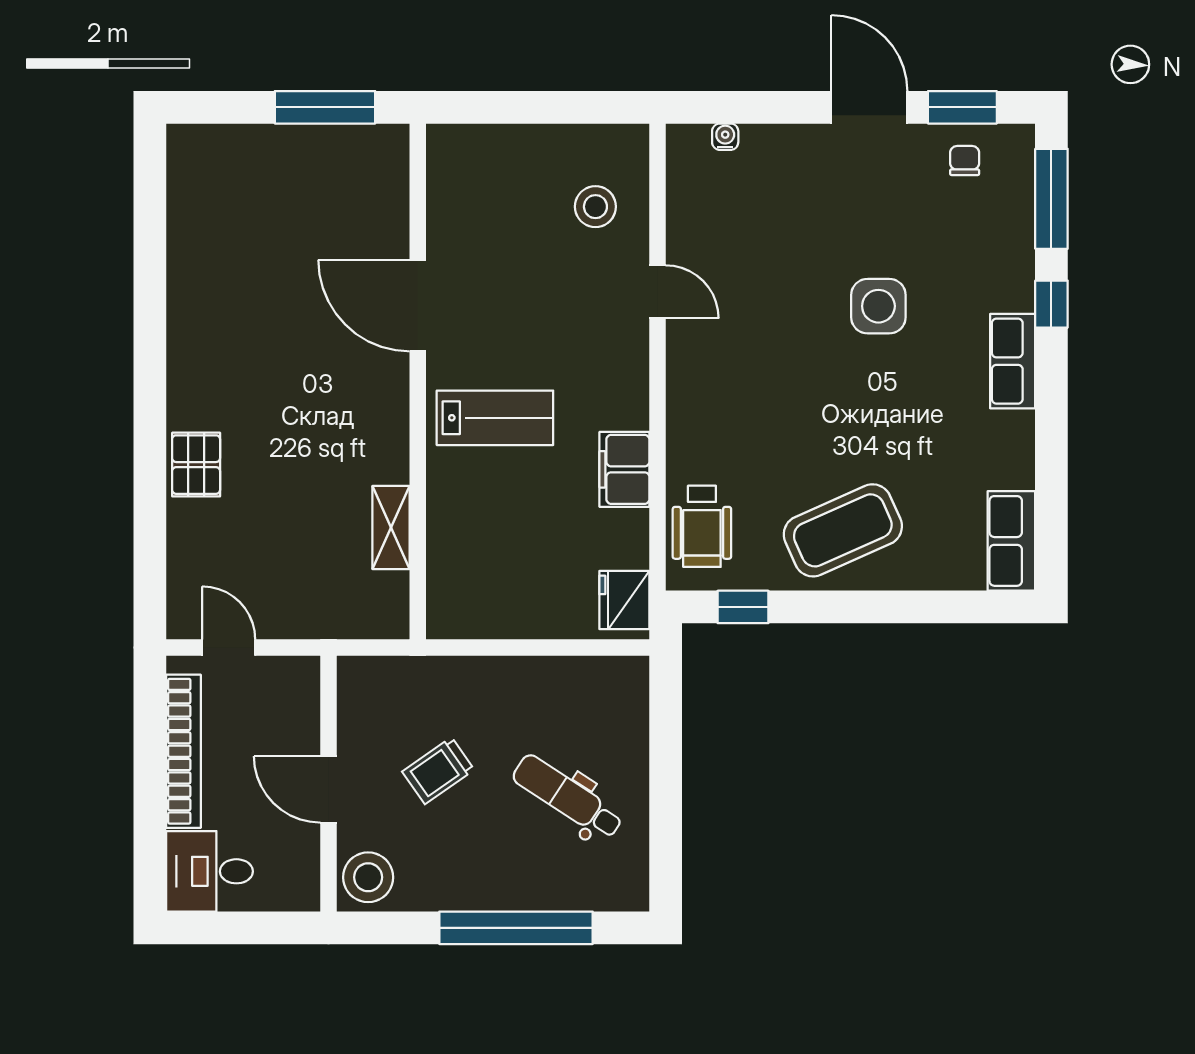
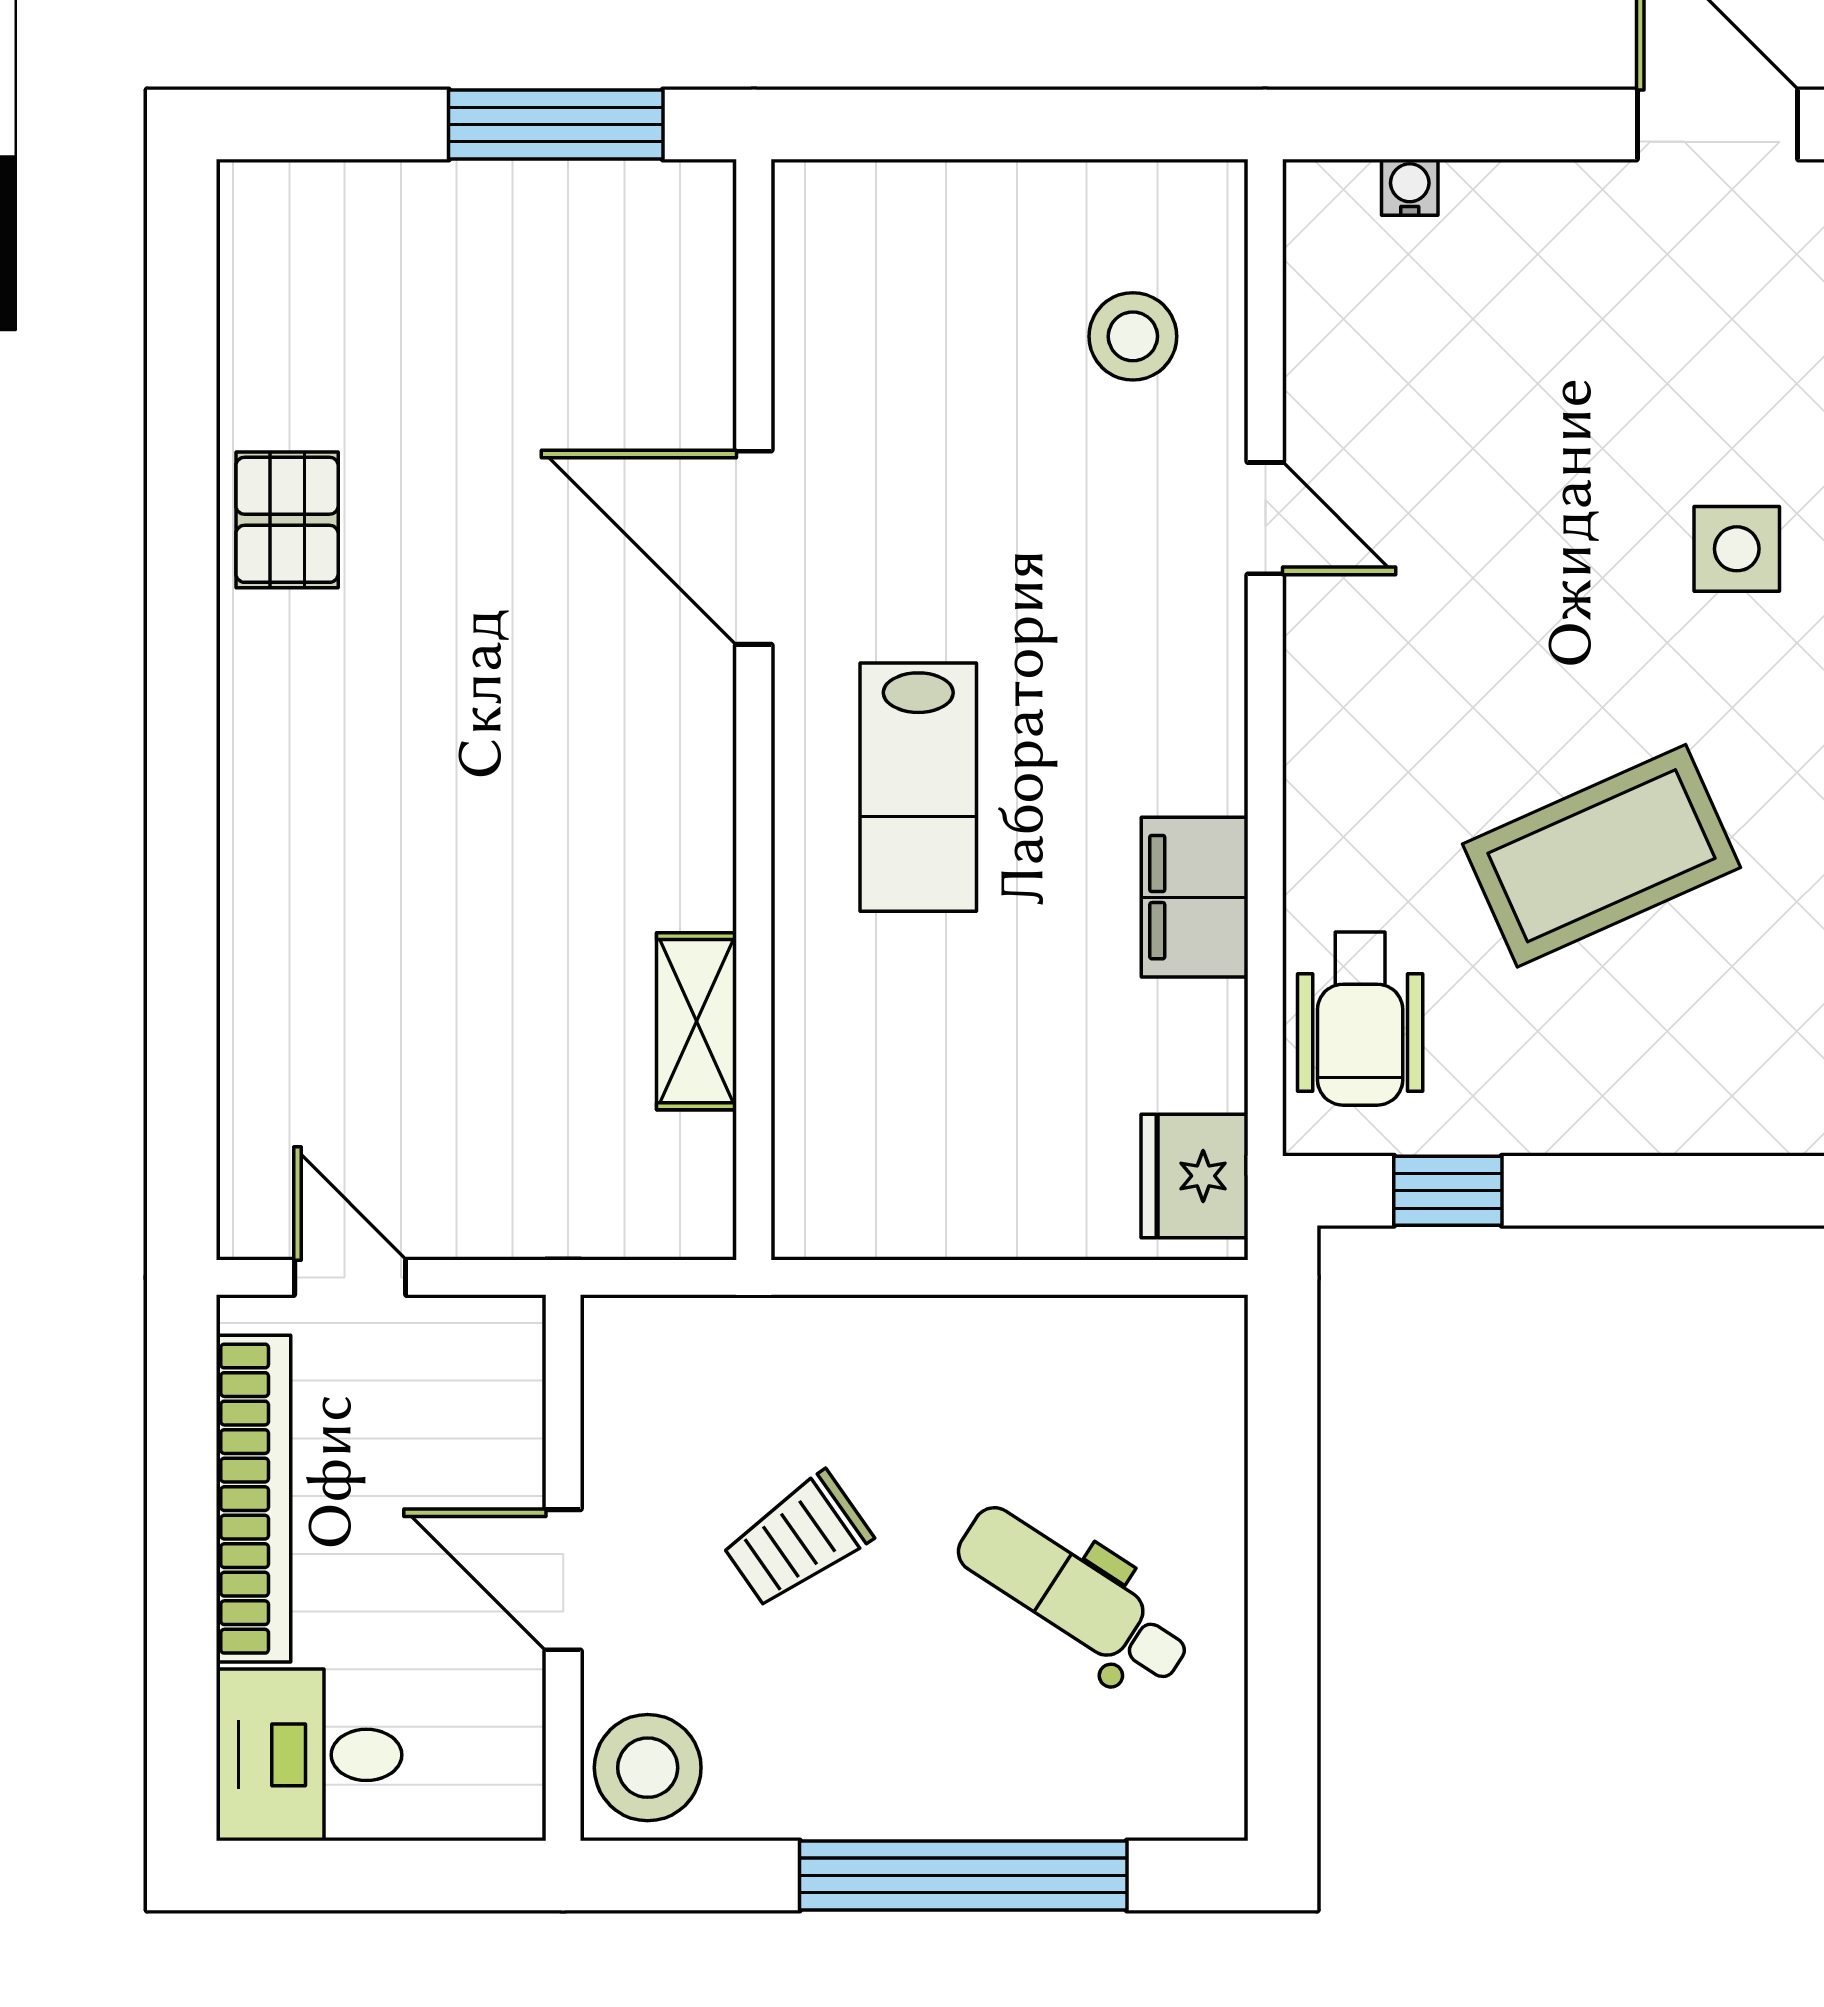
side table: (878, 306) -> (1737, 549), width x0.73, depth x0.73
lab bench: (495, 418) -> (918, 787), turned 90
pallet: (196, 465) -> (287, 520), moved
coffee table: (843, 530) -> (1602, 856), moved

